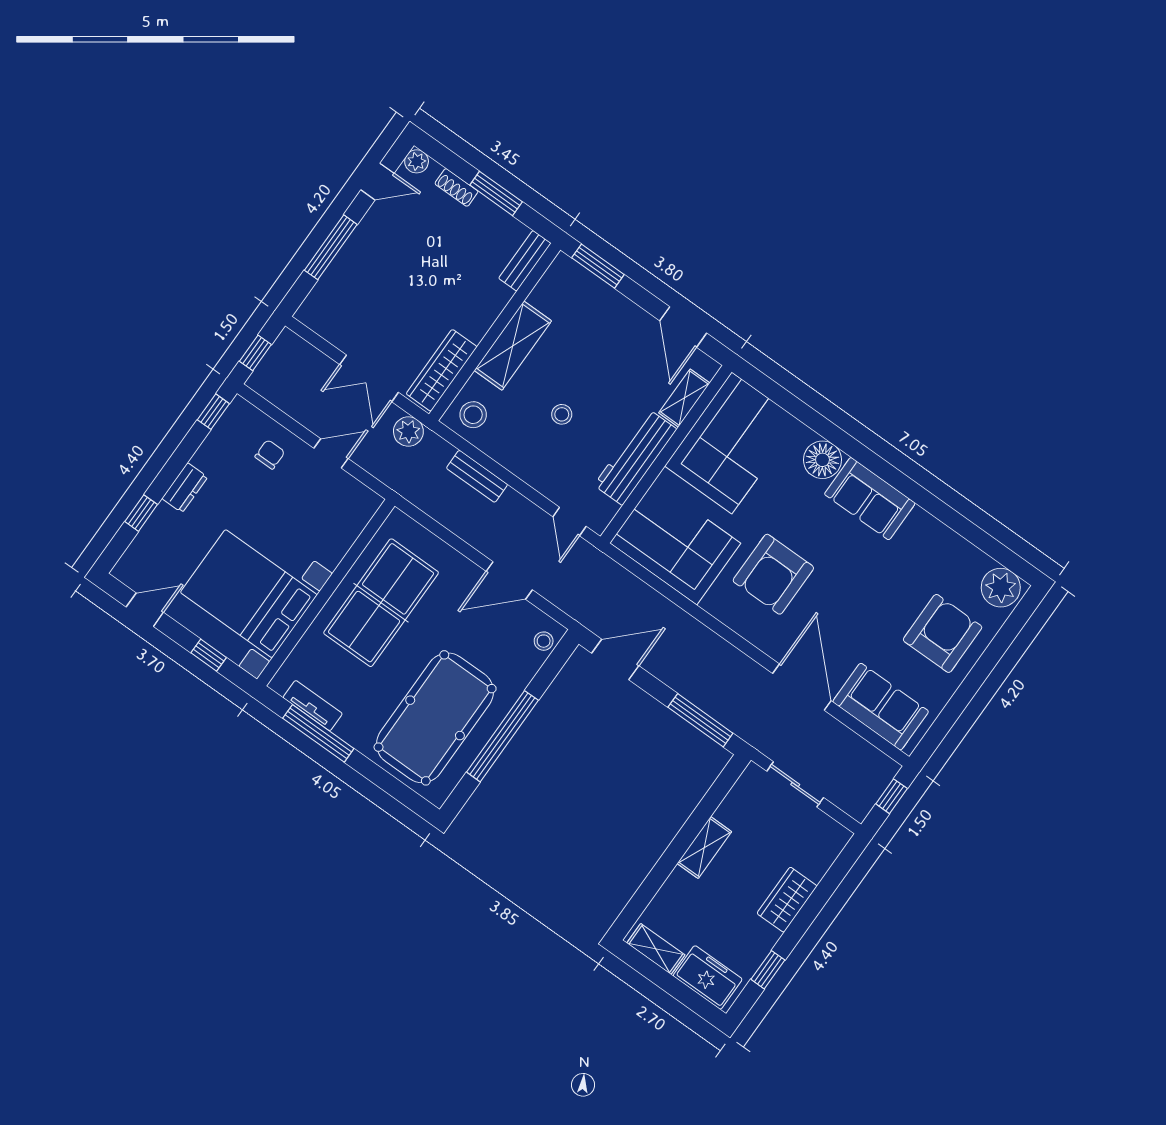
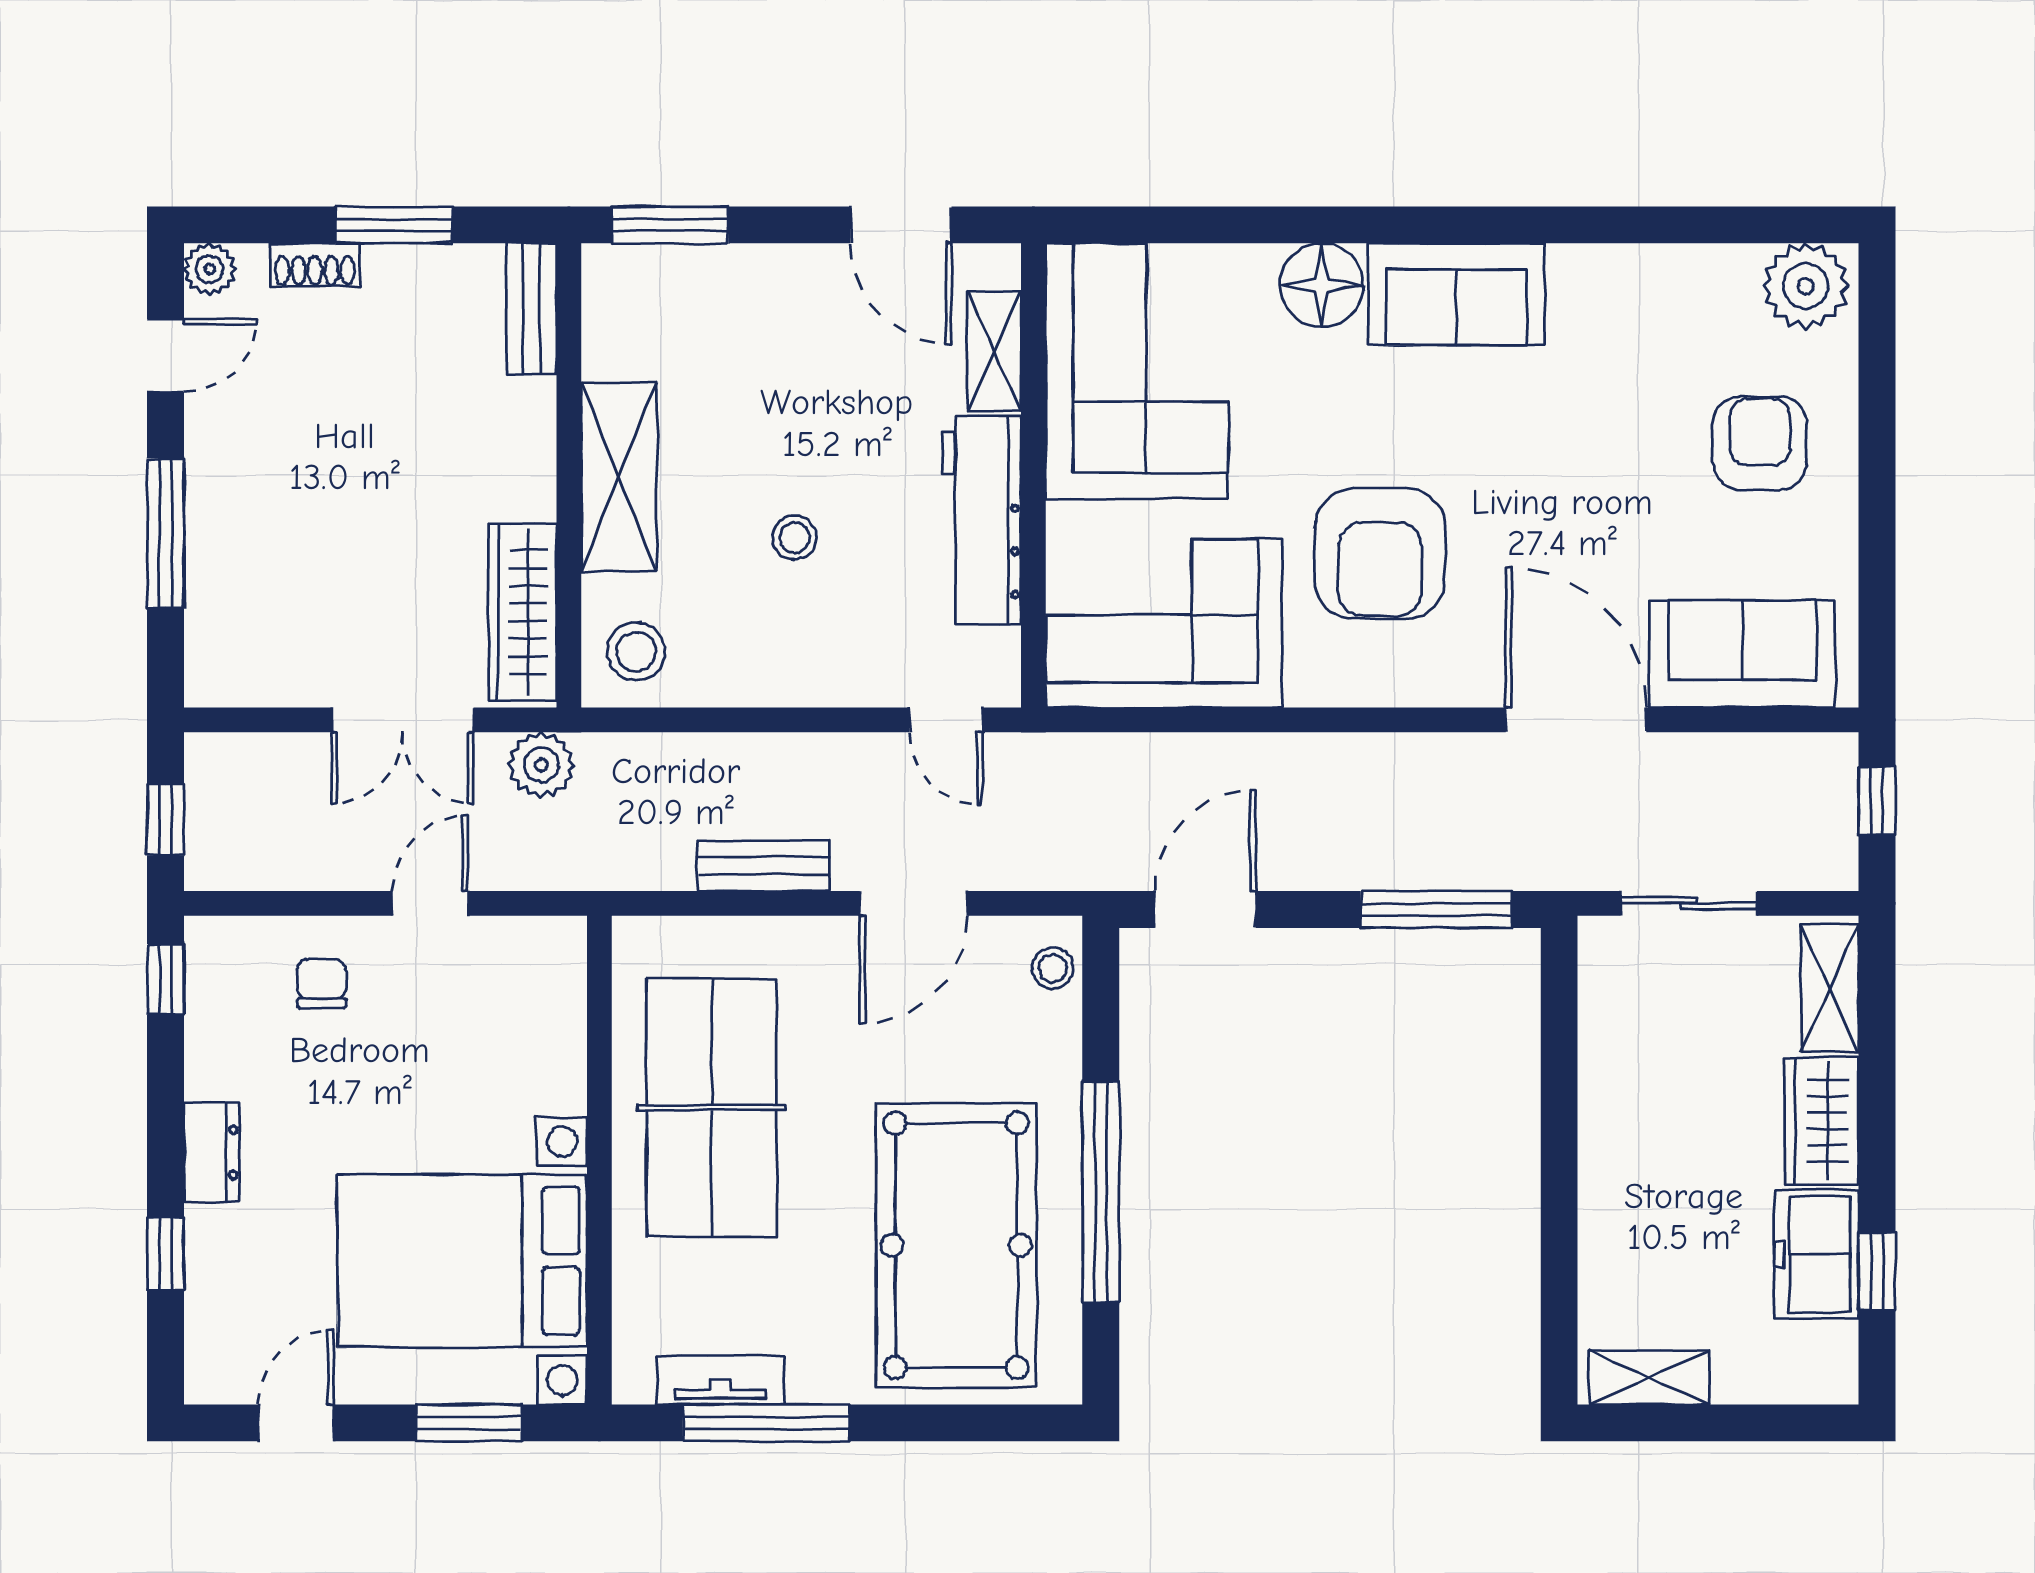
bench: (477, 476) -> (764, 866), moved
armchair: (943, 633) -> (1760, 443), width x0.73, depth x0.73
window: (209, 655) -> (469, 1423), width x1.50
shelving: (704, 847) -> (1830, 988), moved
freezer: (708, 977) -> (1816, 1254), moved, turned -90

